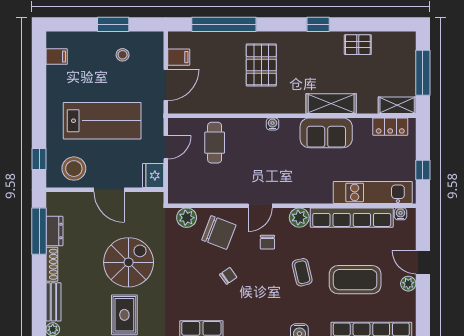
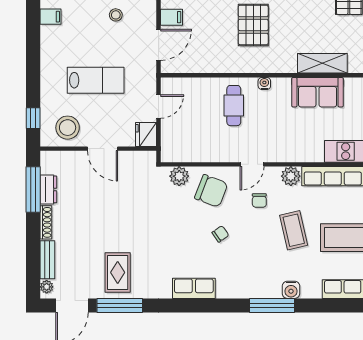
lab bench: (102, 121) -> (96, 80), width x0.73, depth x0.72
cafe table: (215, 143) -> (234, 106), moved
spiral stairs: (129, 262) -> (122, 220), removed
coffee table: (302, 272) -> (294, 230), width x1.36, depth x1.30

